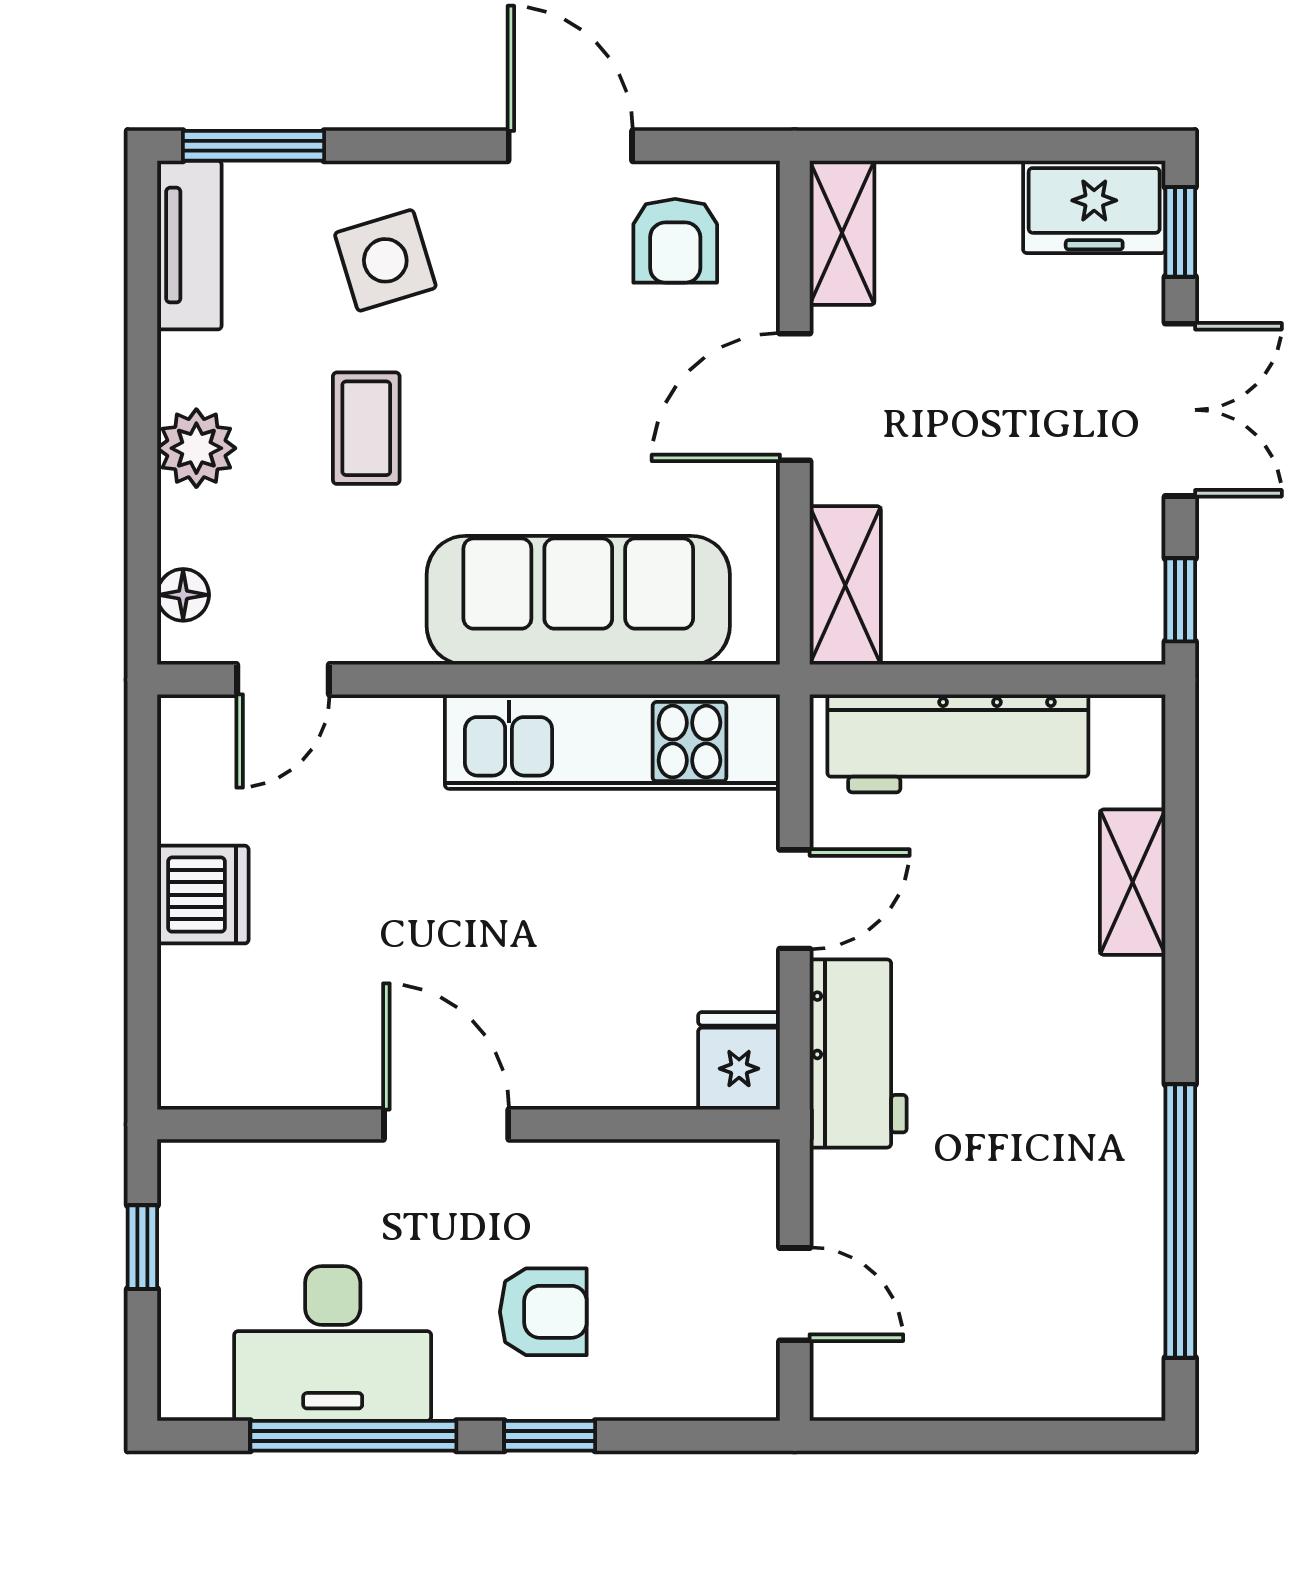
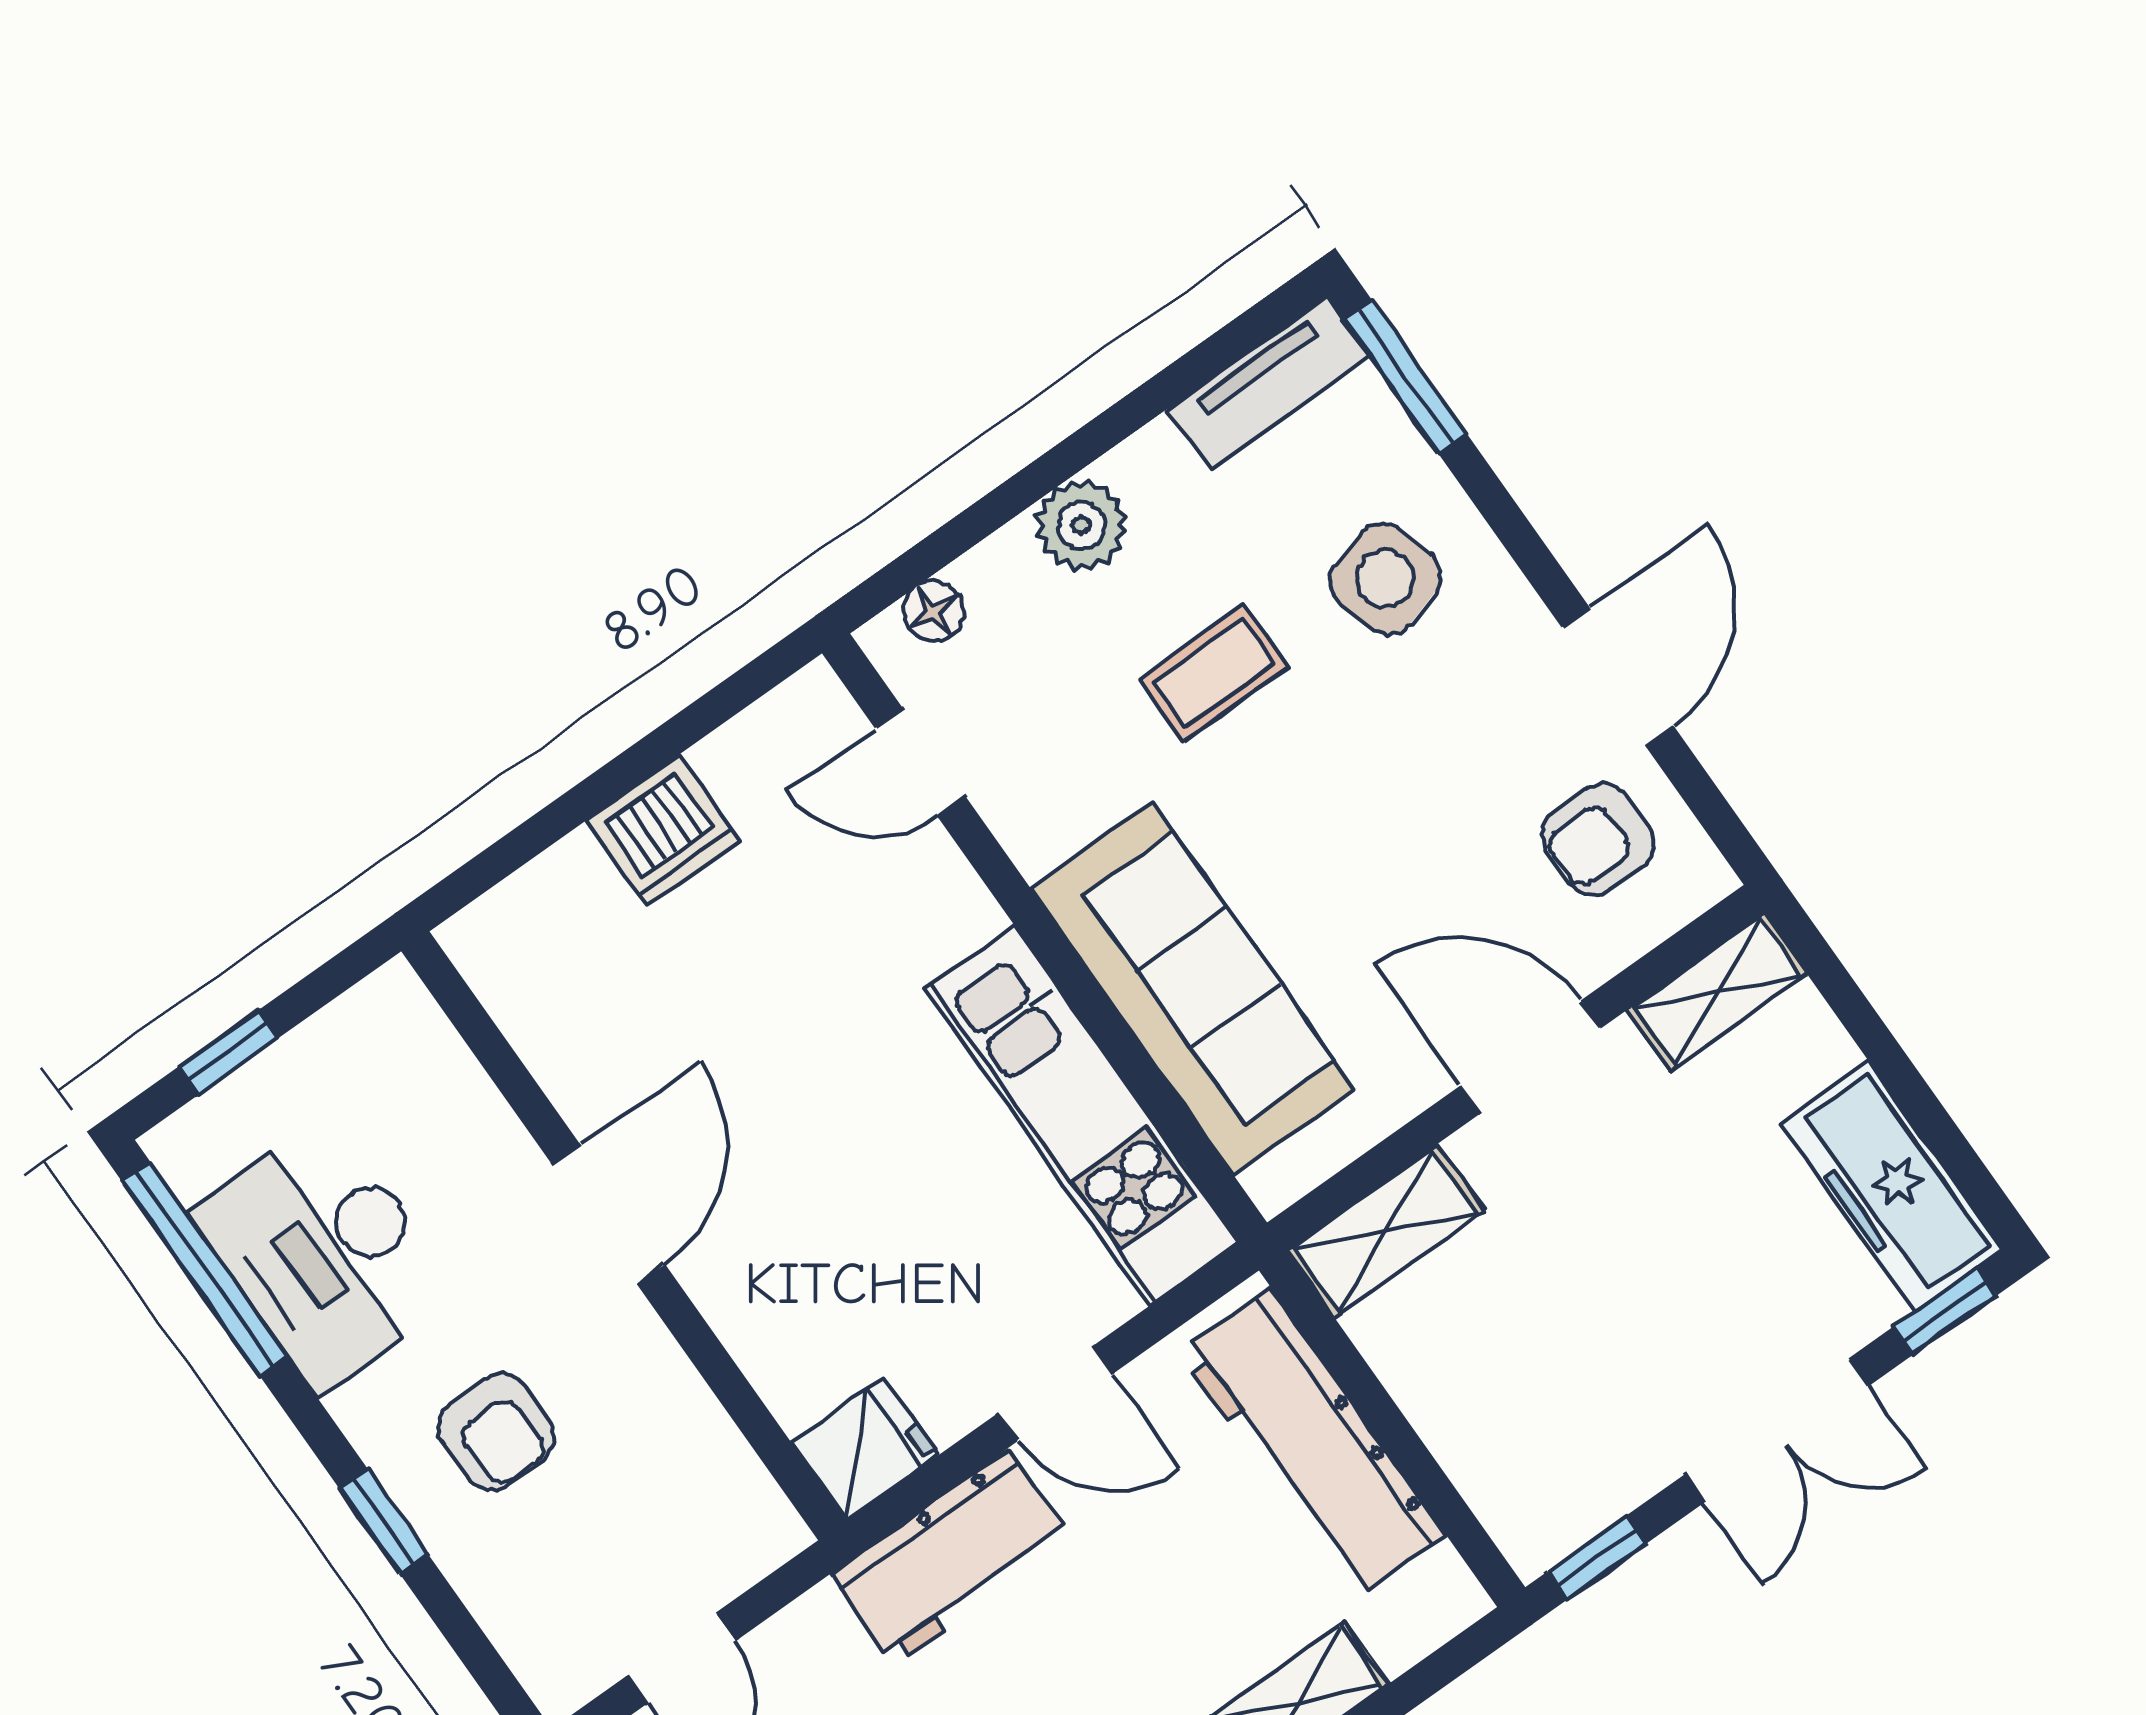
freezer: (1094, 207) -> (1892, 1186), width x1.40
window: (142, 1247) -> (228, 1052), moved
window: (353, 1436) -> (205, 1269), moved

